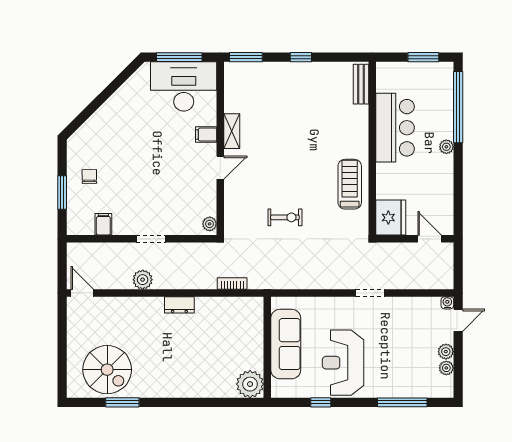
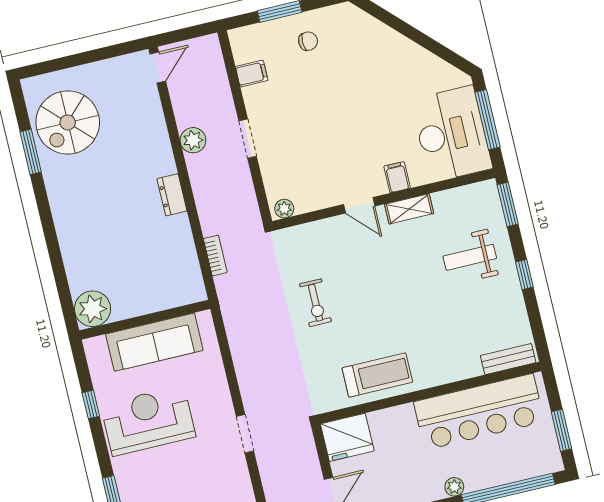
weight bench: (279, 95) -> (470, 257), added
bar counter: (395, 128) -> (479, 412), width x1.36

